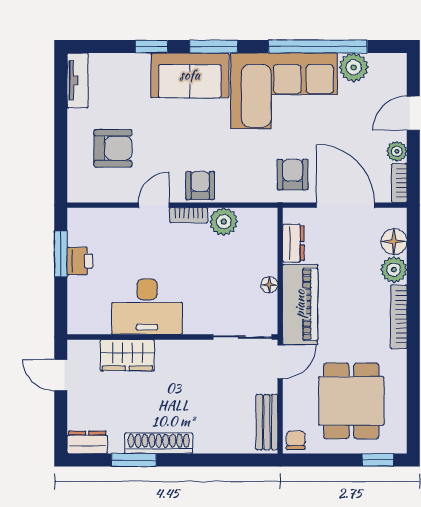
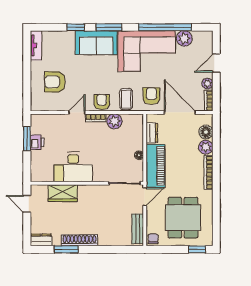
armchair: (113, 148) -> (55, 82), turned 180
coffee table: (246, 180) -> (126, 99), added

